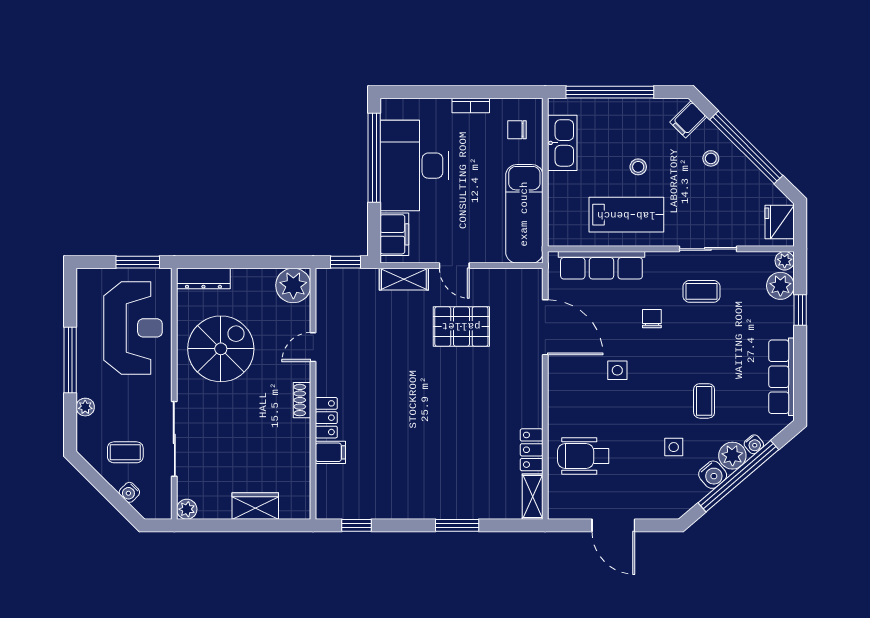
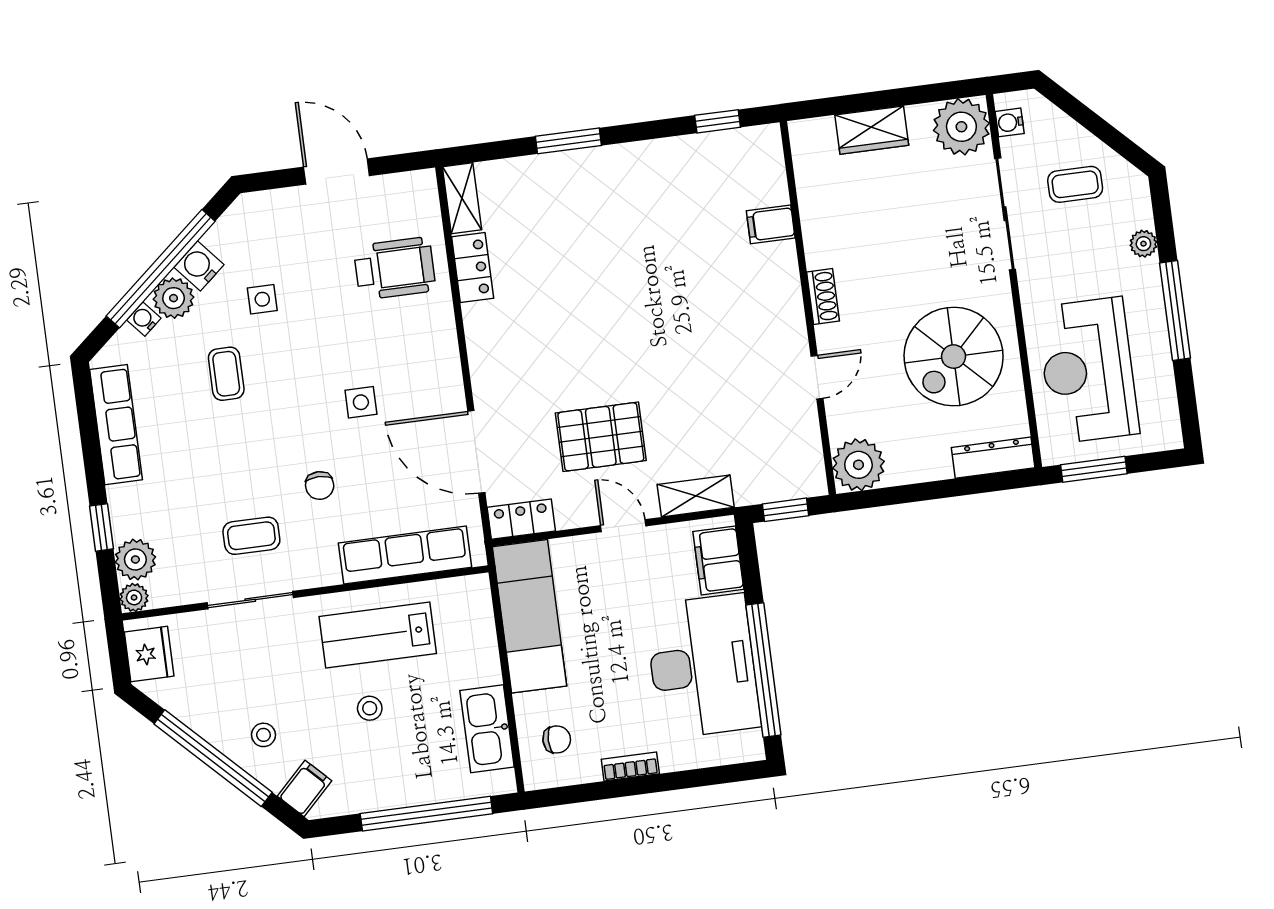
locker: (326, 418) -> (521, 519), moved, turned 90
water cooler: (129, 492) -> (1010, 122), moved, turned -135
plant: (187, 509) -> (961, 127), width x1.87, depth x1.87

